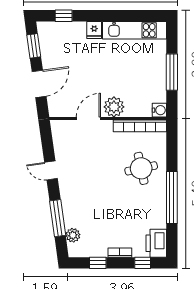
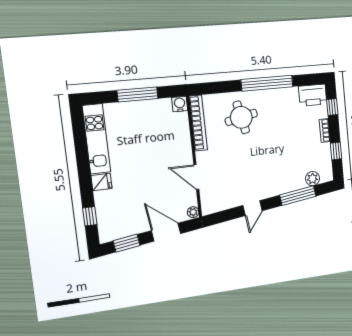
plant: (114, 107) -> (193, 212), moved, width x0.53, depth x0.53

